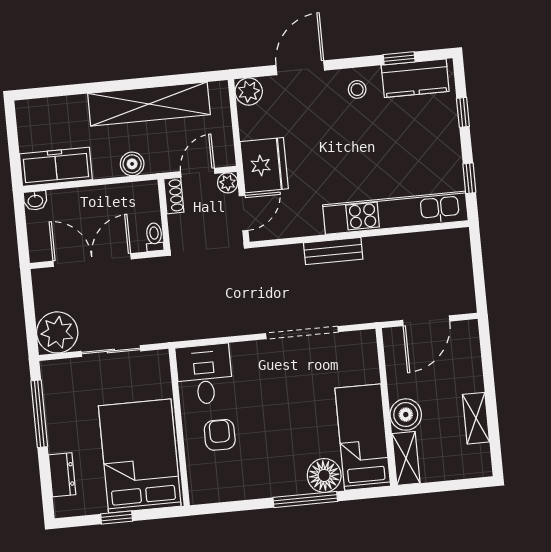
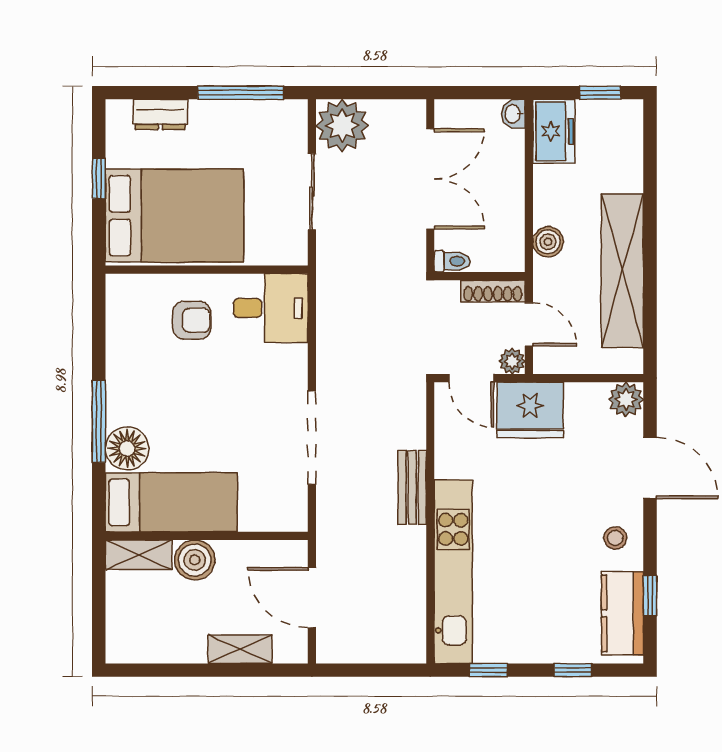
window: (12, 135) -> (600, 93), added
freezer: (56, 167) -> (554, 131), width x0.71
shoe rack: (174, 196) -> (493, 291), width x1.43
shelving: (476, 418) -> (240, 649), moved

